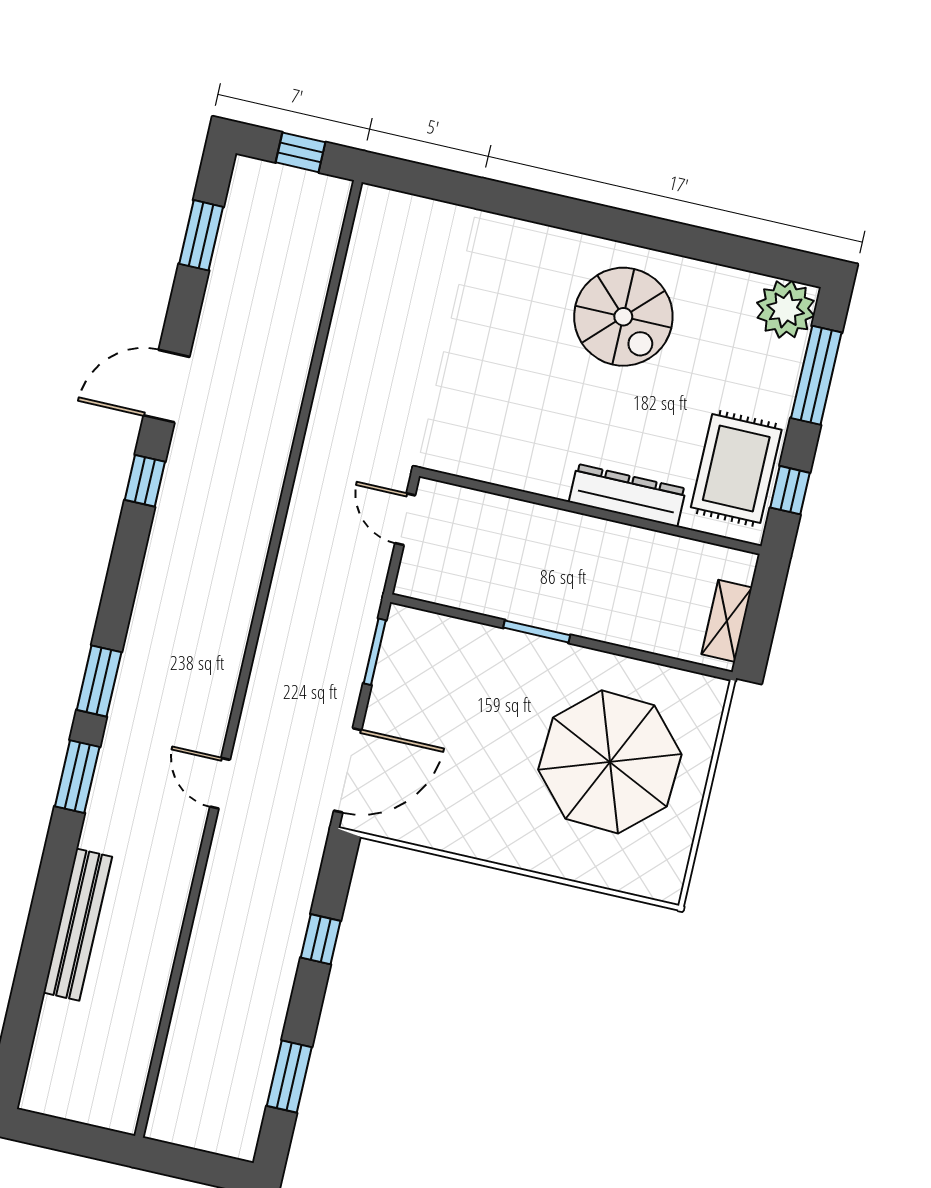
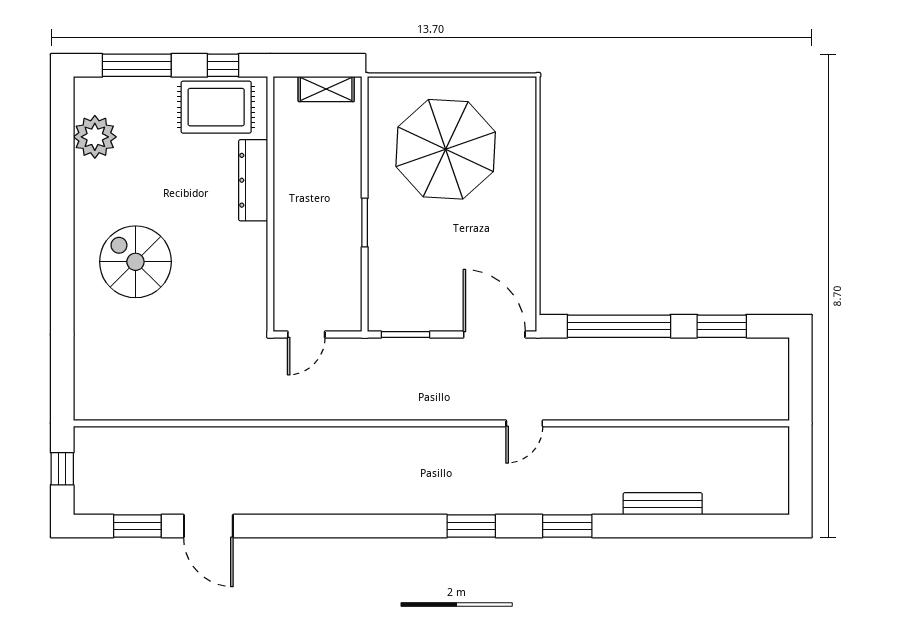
plant: (786, 309) -> (95, 137), moved
spiral stairs: (623, 317) -> (135, 262), moved, turned -90
door: (167, 386) -> (208, 526), moved
window: (145, 481) -> (321, 526), removed
window: (77, 777) -> (567, 526), moved
bench: (78, 925) -> (663, 504), width x0.73, depth x0.82
window: (321, 939) -> (619, 326), width x3.17

